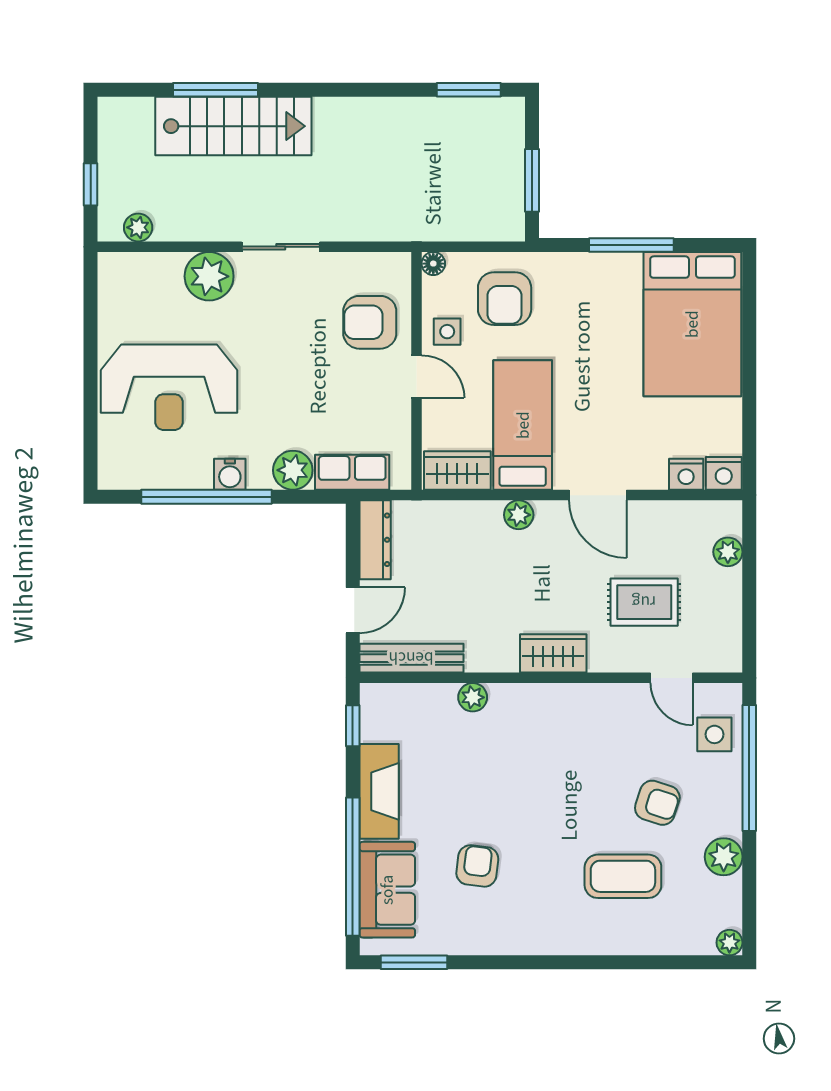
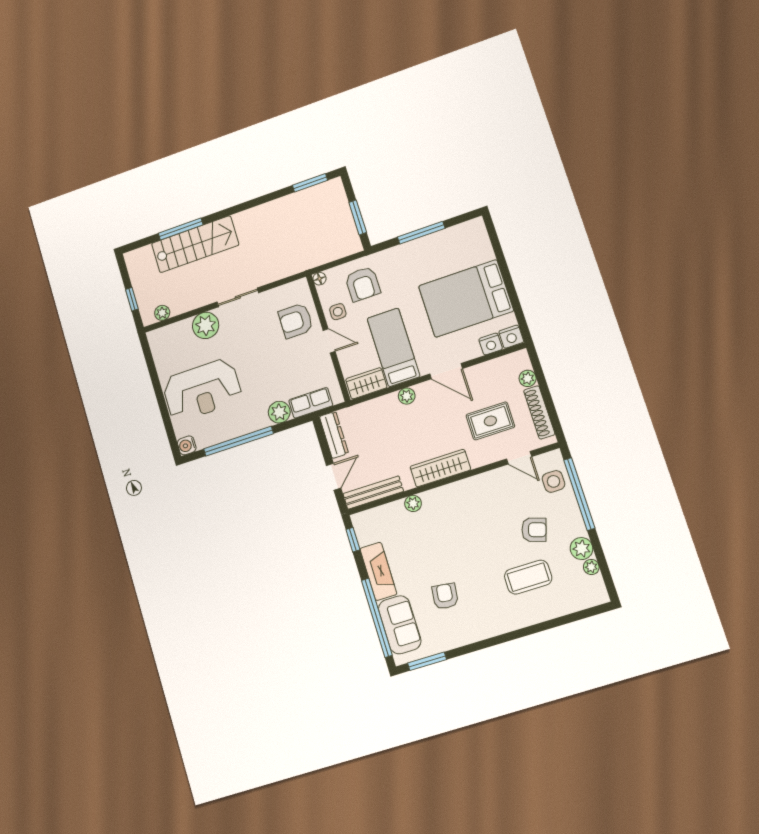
bed: (692, 324) -> (466, 298), moved, turned 90
water cooler: (230, 474) -> (187, 445), moved, turned 90
shoe rack: (728, 614) -> (539, 412), added
wardrobe: (553, 653) -> (440, 468), width x1.50
plant: (729, 943) -> (591, 567), moved

